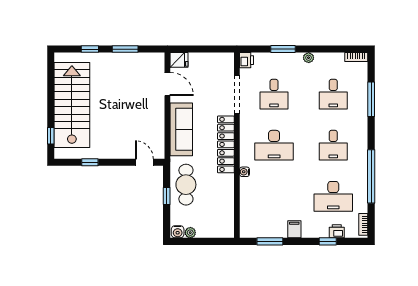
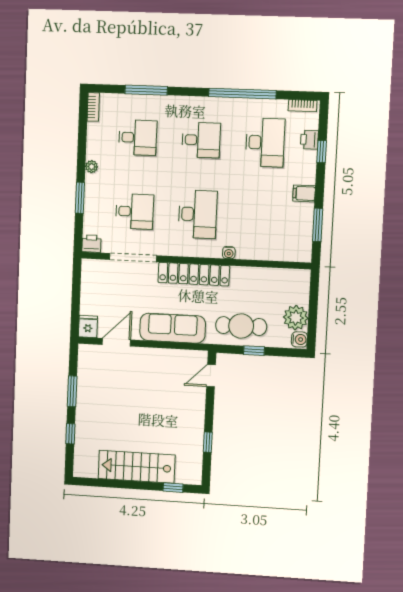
stairs: (72, 105) -> (137, 467), width x0.73, depth x0.66
plant: (190, 233) -> (296, 318), width x1.87, depth x1.87

